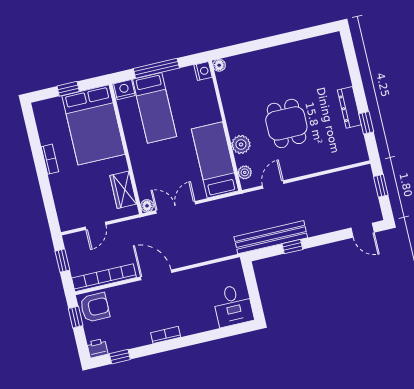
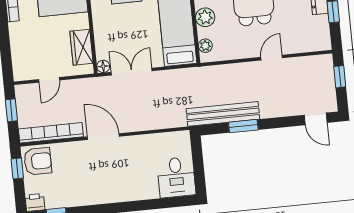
door: (273, 185) -> (272, 58), moved
window: (292, 247) -> (243, 126), width x1.50
bookcase: (166, 335) -> (105, 198), removed

